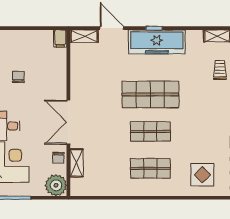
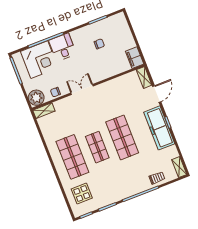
filing cabinet: (60, 38) -> (135, 58), width x2.00
double door: (68, 122) -> (82, 89), width x0.73
shelving: (76, 163) -> (44, 111), moved
shop shelf: (150, 168) -> (72, 157), width x1.43, depth x1.36

